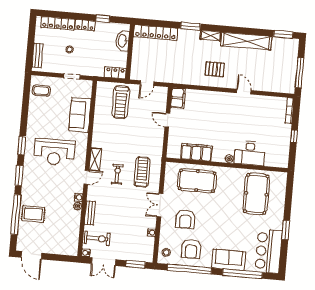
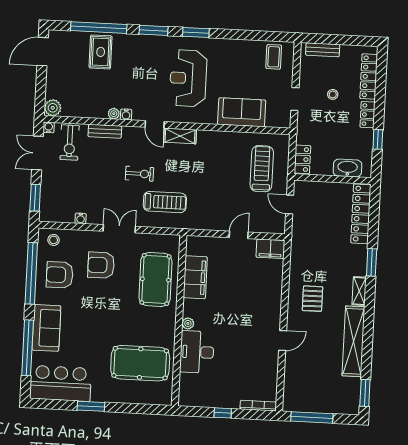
treadmill: (121, 102) -> (262, 169), turned 90
exercise bike: (117, 174) -> (139, 174), moved
plant: (72, 250) -> (53, 108), added

